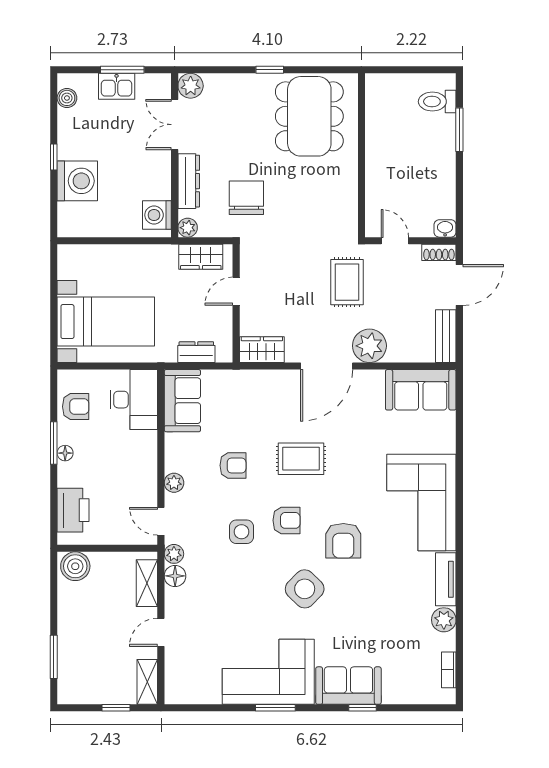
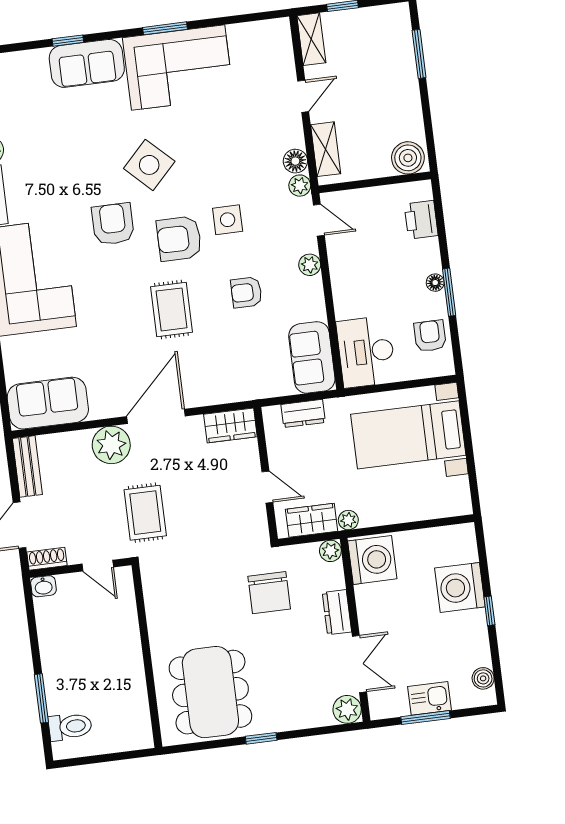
dresser: (189, 181) -> (337, 612), width x0.70
washing machine: (157, 215) -> (372, 560), width x1.37, depth x1.37
plant: (168, 253) -> (348, 520), added
door: (236, 291) -> (267, 487), hinge flipped
armchair: (76, 407) -> (430, 336), turned 90
rug: (301, 459) -> (172, 309), turned 90
printer: (73, 510) -> (421, 220), width x0.73, depth x0.84
armchair: (286, 520) -> (179, 239), width x1.38, depth x1.38

